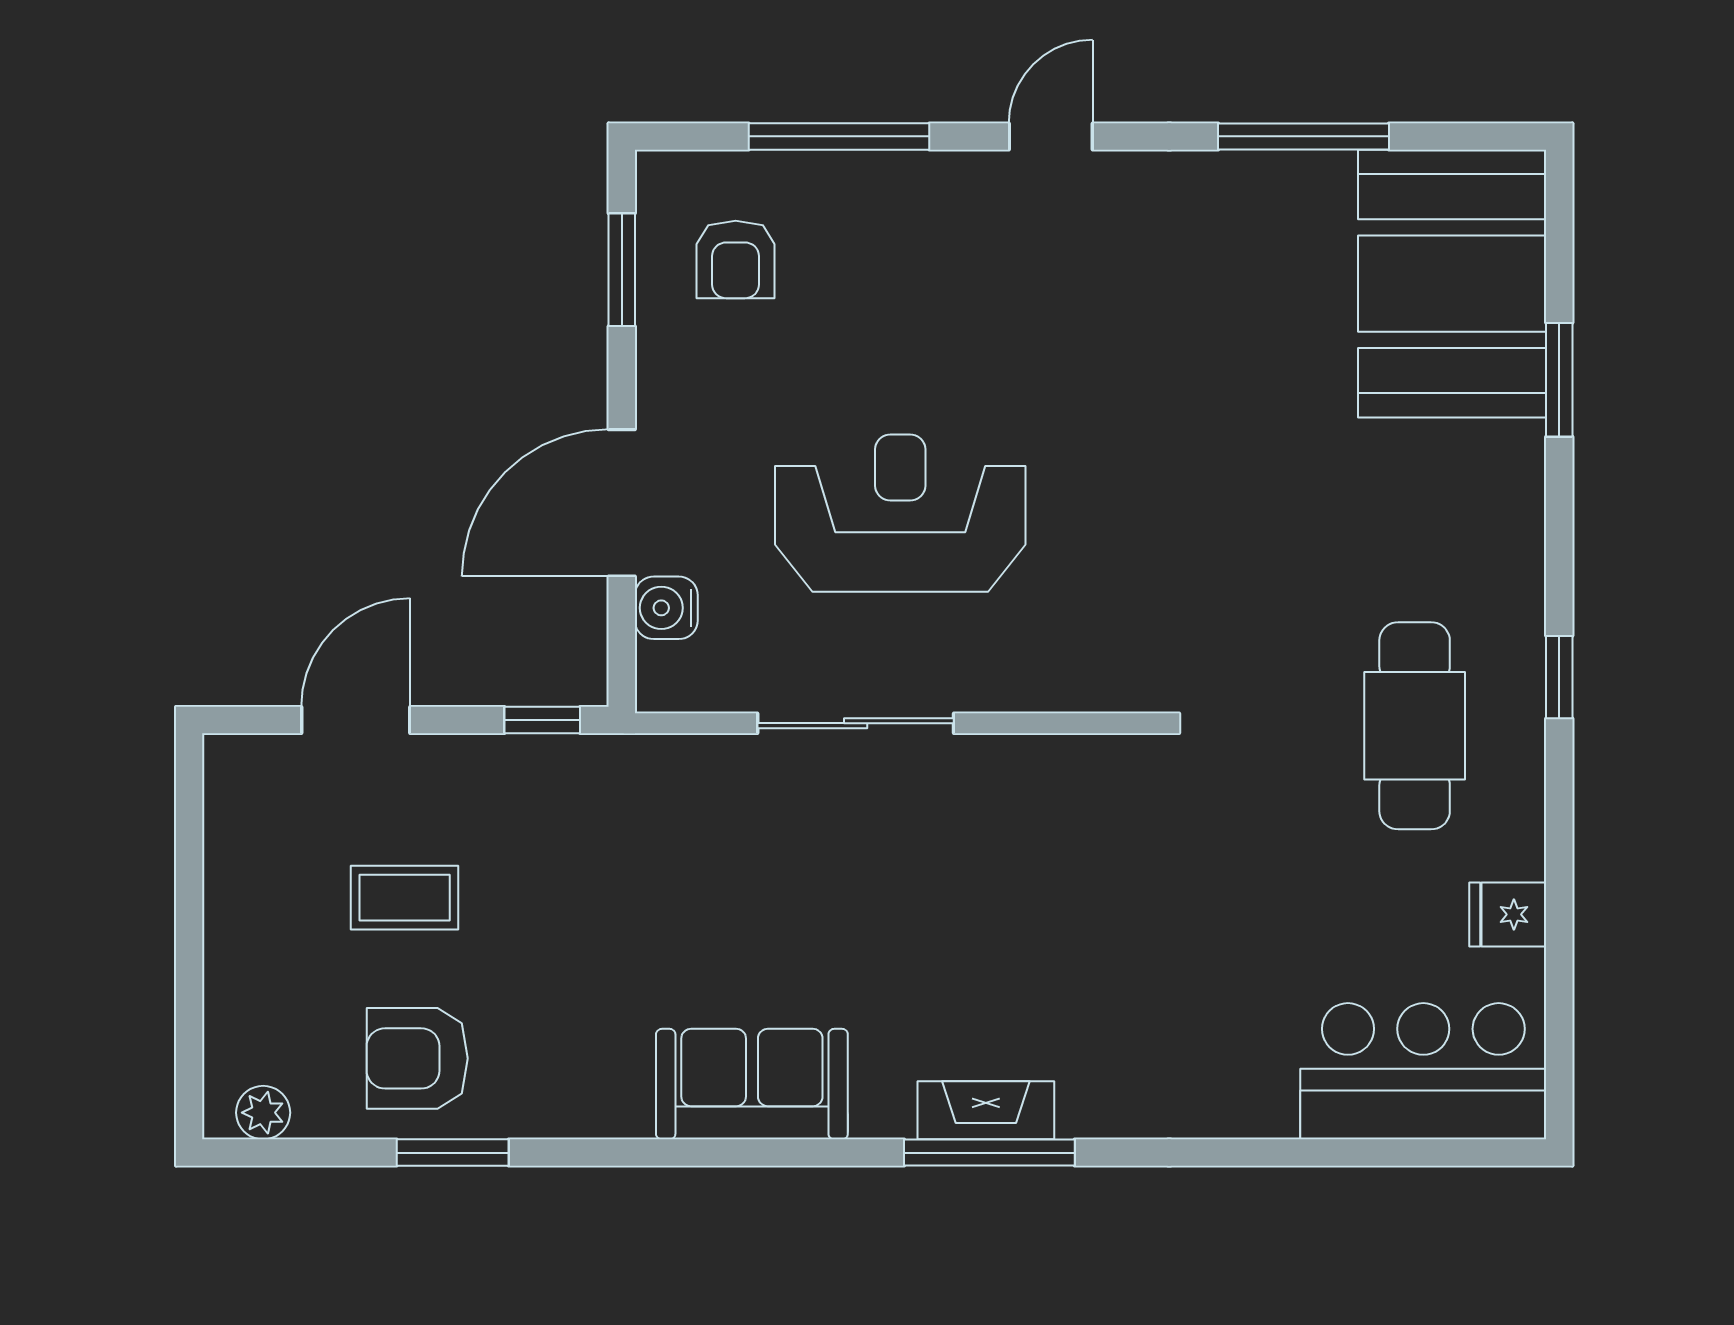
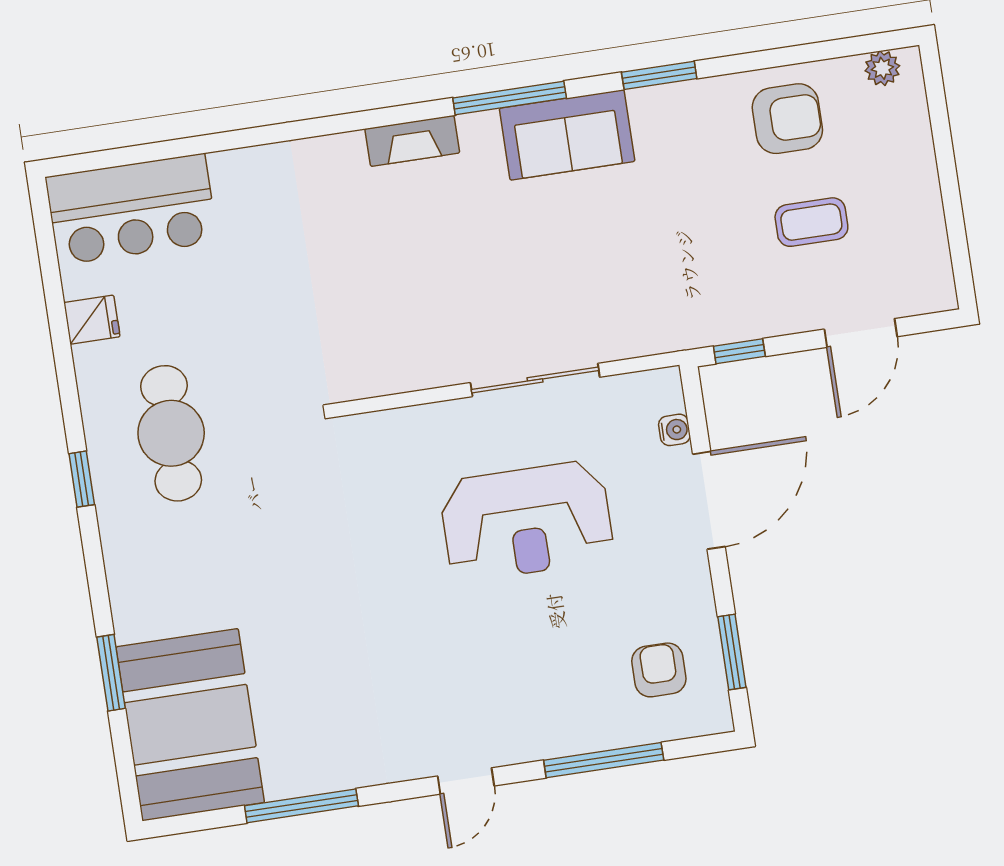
water cooler: (666, 608) -> (674, 430), width x0.72, depth x0.72
window: (453, 1153) -> (659, 75), moved
window: (989, 1153) -> (510, 98), moved

